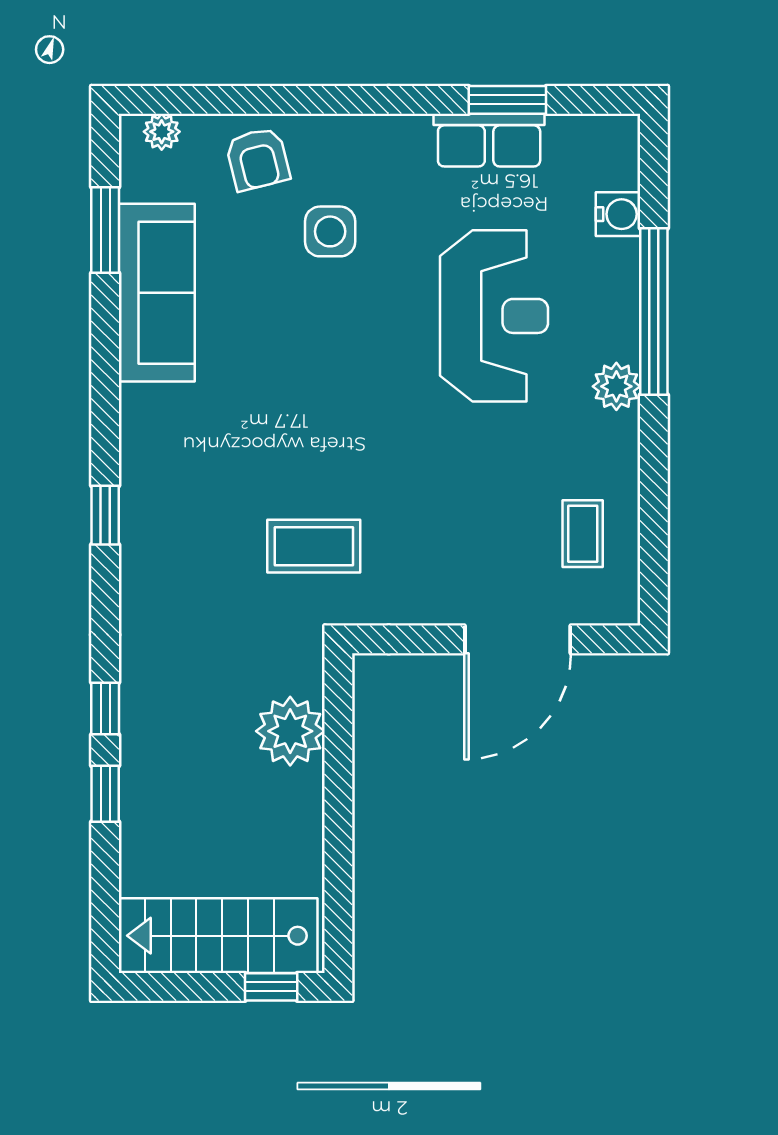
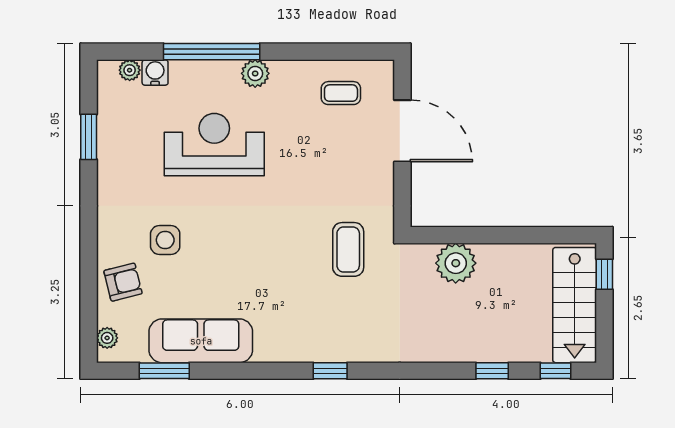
row of seats: (489, 140) -> (112, 148), removed
plant: (622, 170) -> (130, 70), added
window: (105, 708) -> (556, 371), moved

